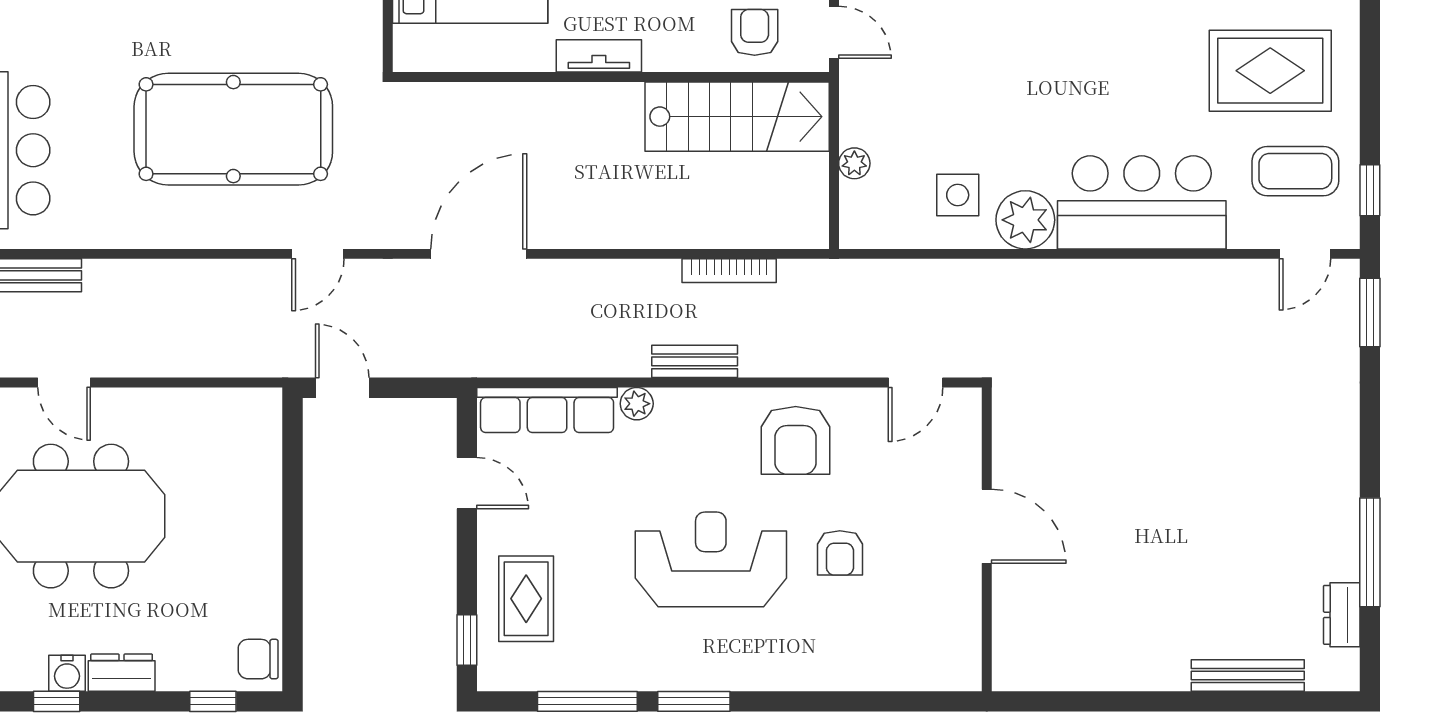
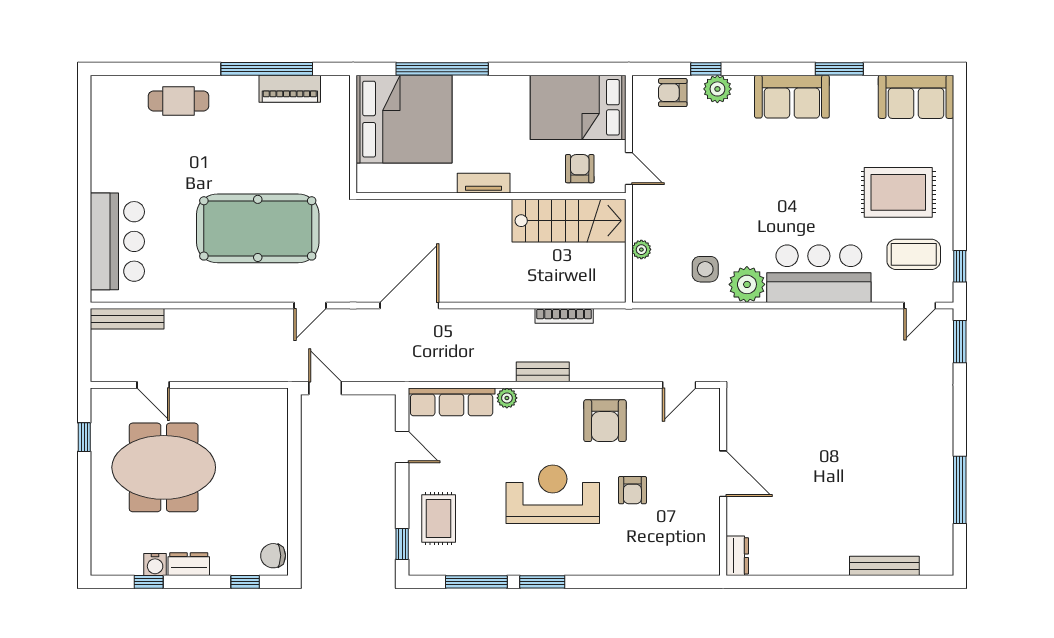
dresser: (1342, 615) -> (737, 556), moved, turned 180

